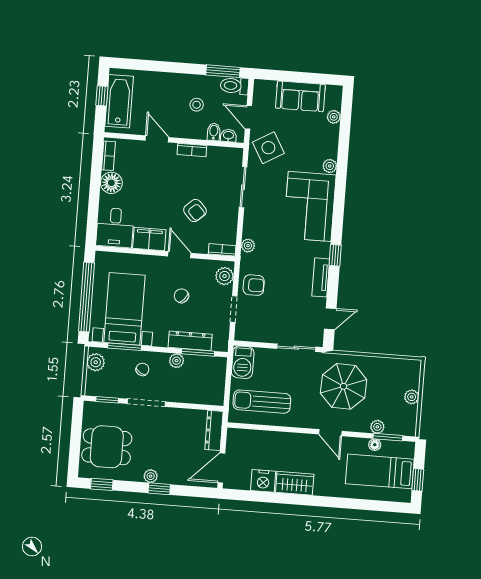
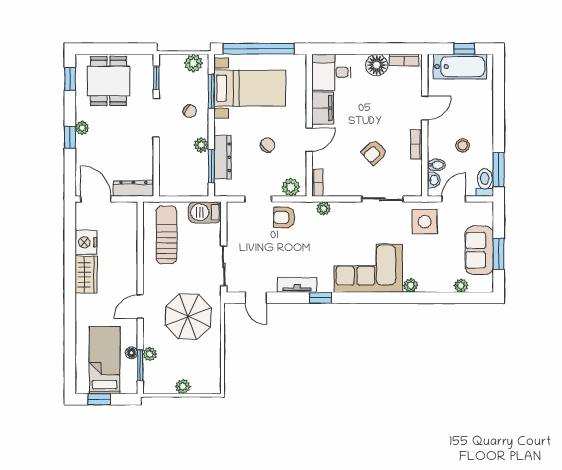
window: (306, 78) -> (499, 254), added
side table: (268, 148) -> (425, 222), turned 30
armchair: (195, 211) -> (374, 152), moved
armchair: (254, 285) -> (284, 217), turned 90

